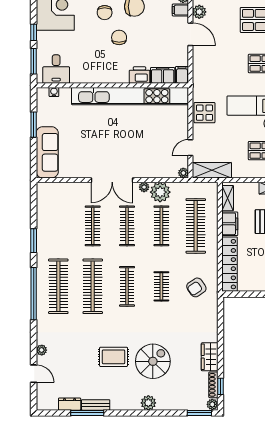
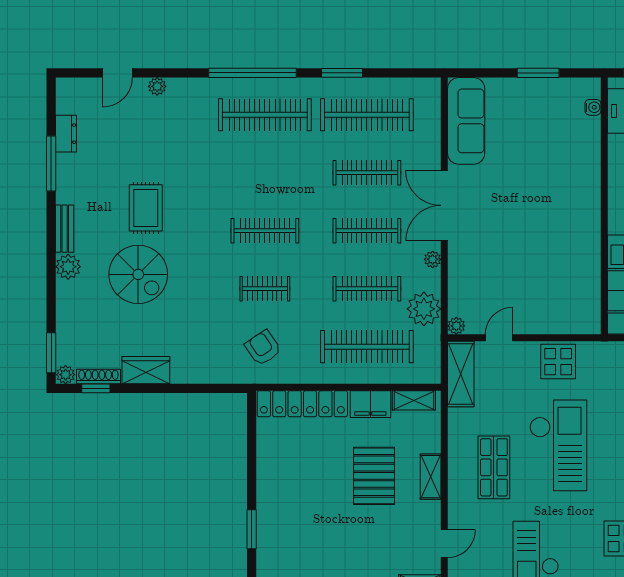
kitchen unit: (130, 96) -> (586, 236), removed
door: (190, 148) -> (499, 338), hinge flipped
sofa: (47, 152) -> (466, 121), moved, turned -90
plant: (160, 192) -> (424, 309), moved
clothes rail: (93, 286) -> (367, 115), moved
bench: (96, 405) -> (65, 229), moved

